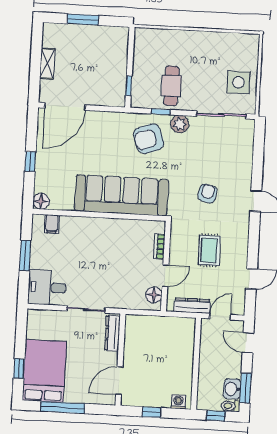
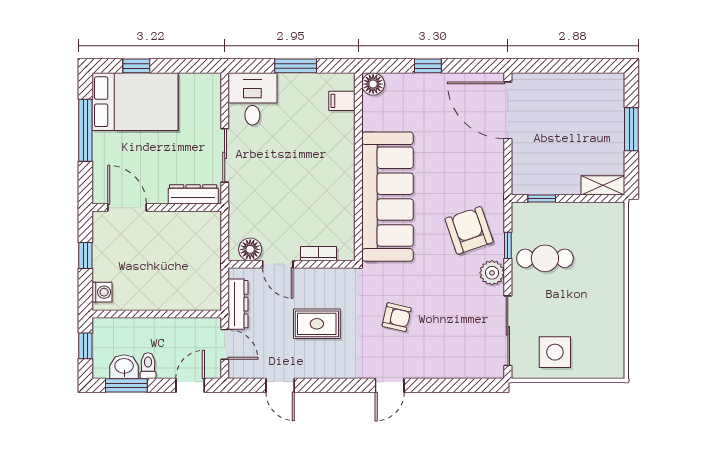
shelving: (47, 64) -> (603, 185), moved
toilet: (230, 406) -> (148, 366), moved

